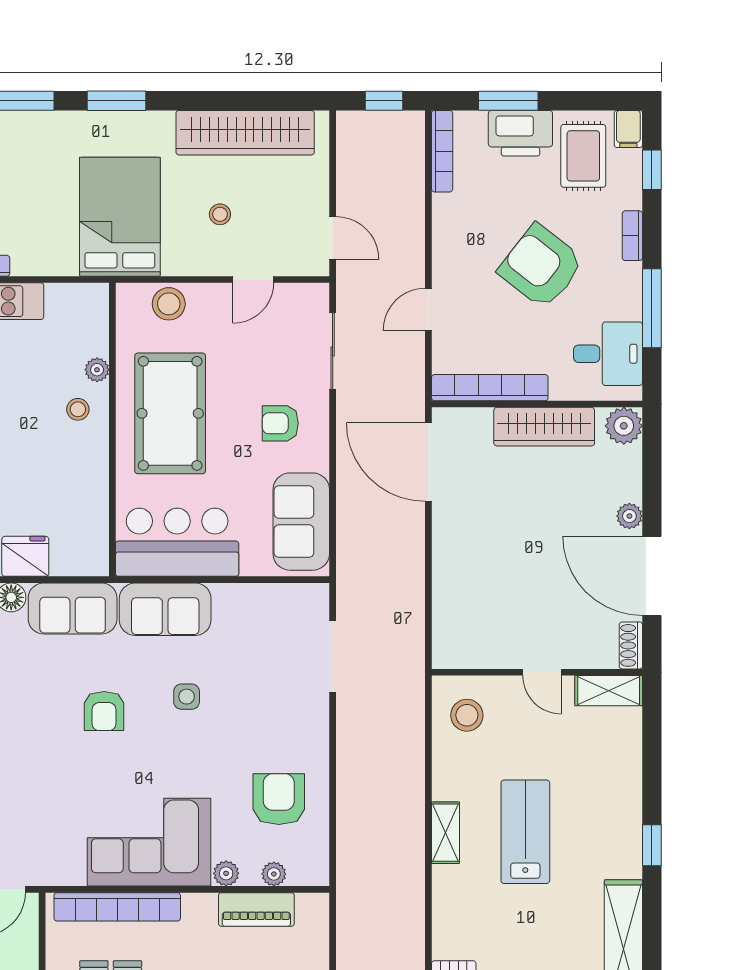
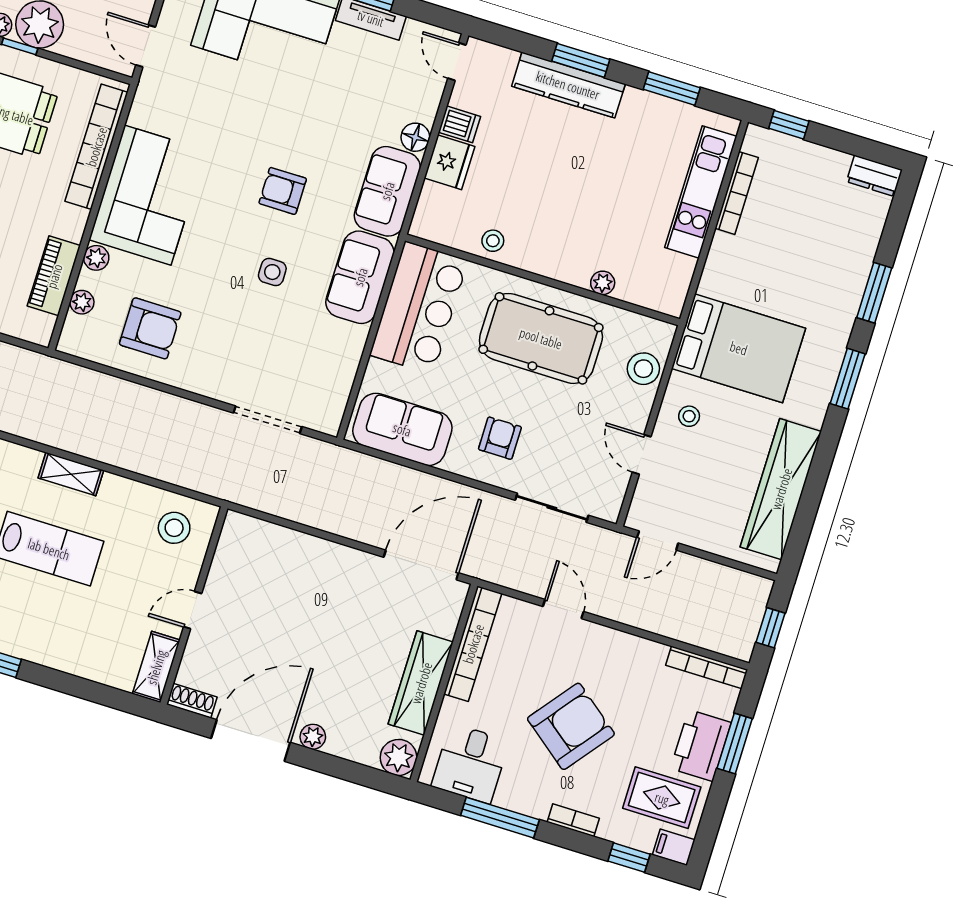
stool: (220, 214) -> (689, 416), moved
stool: (78, 409) -> (493, 241), moved

